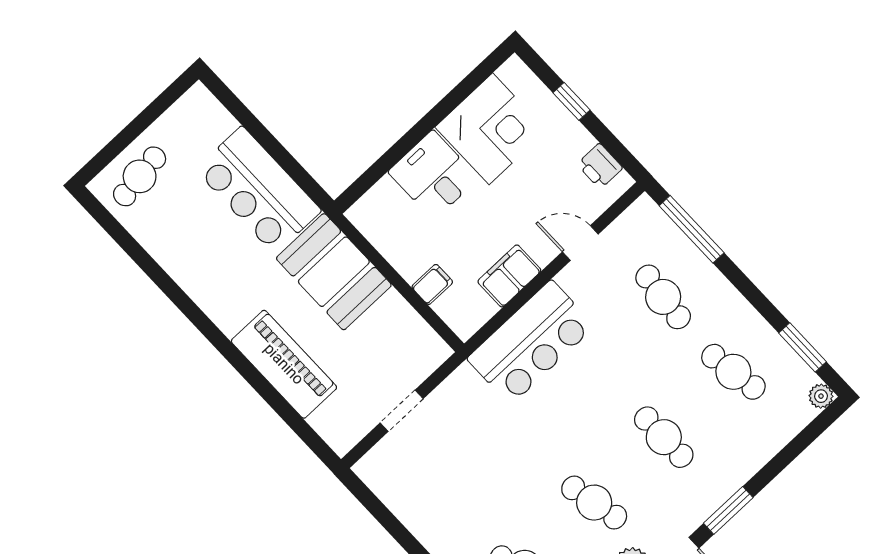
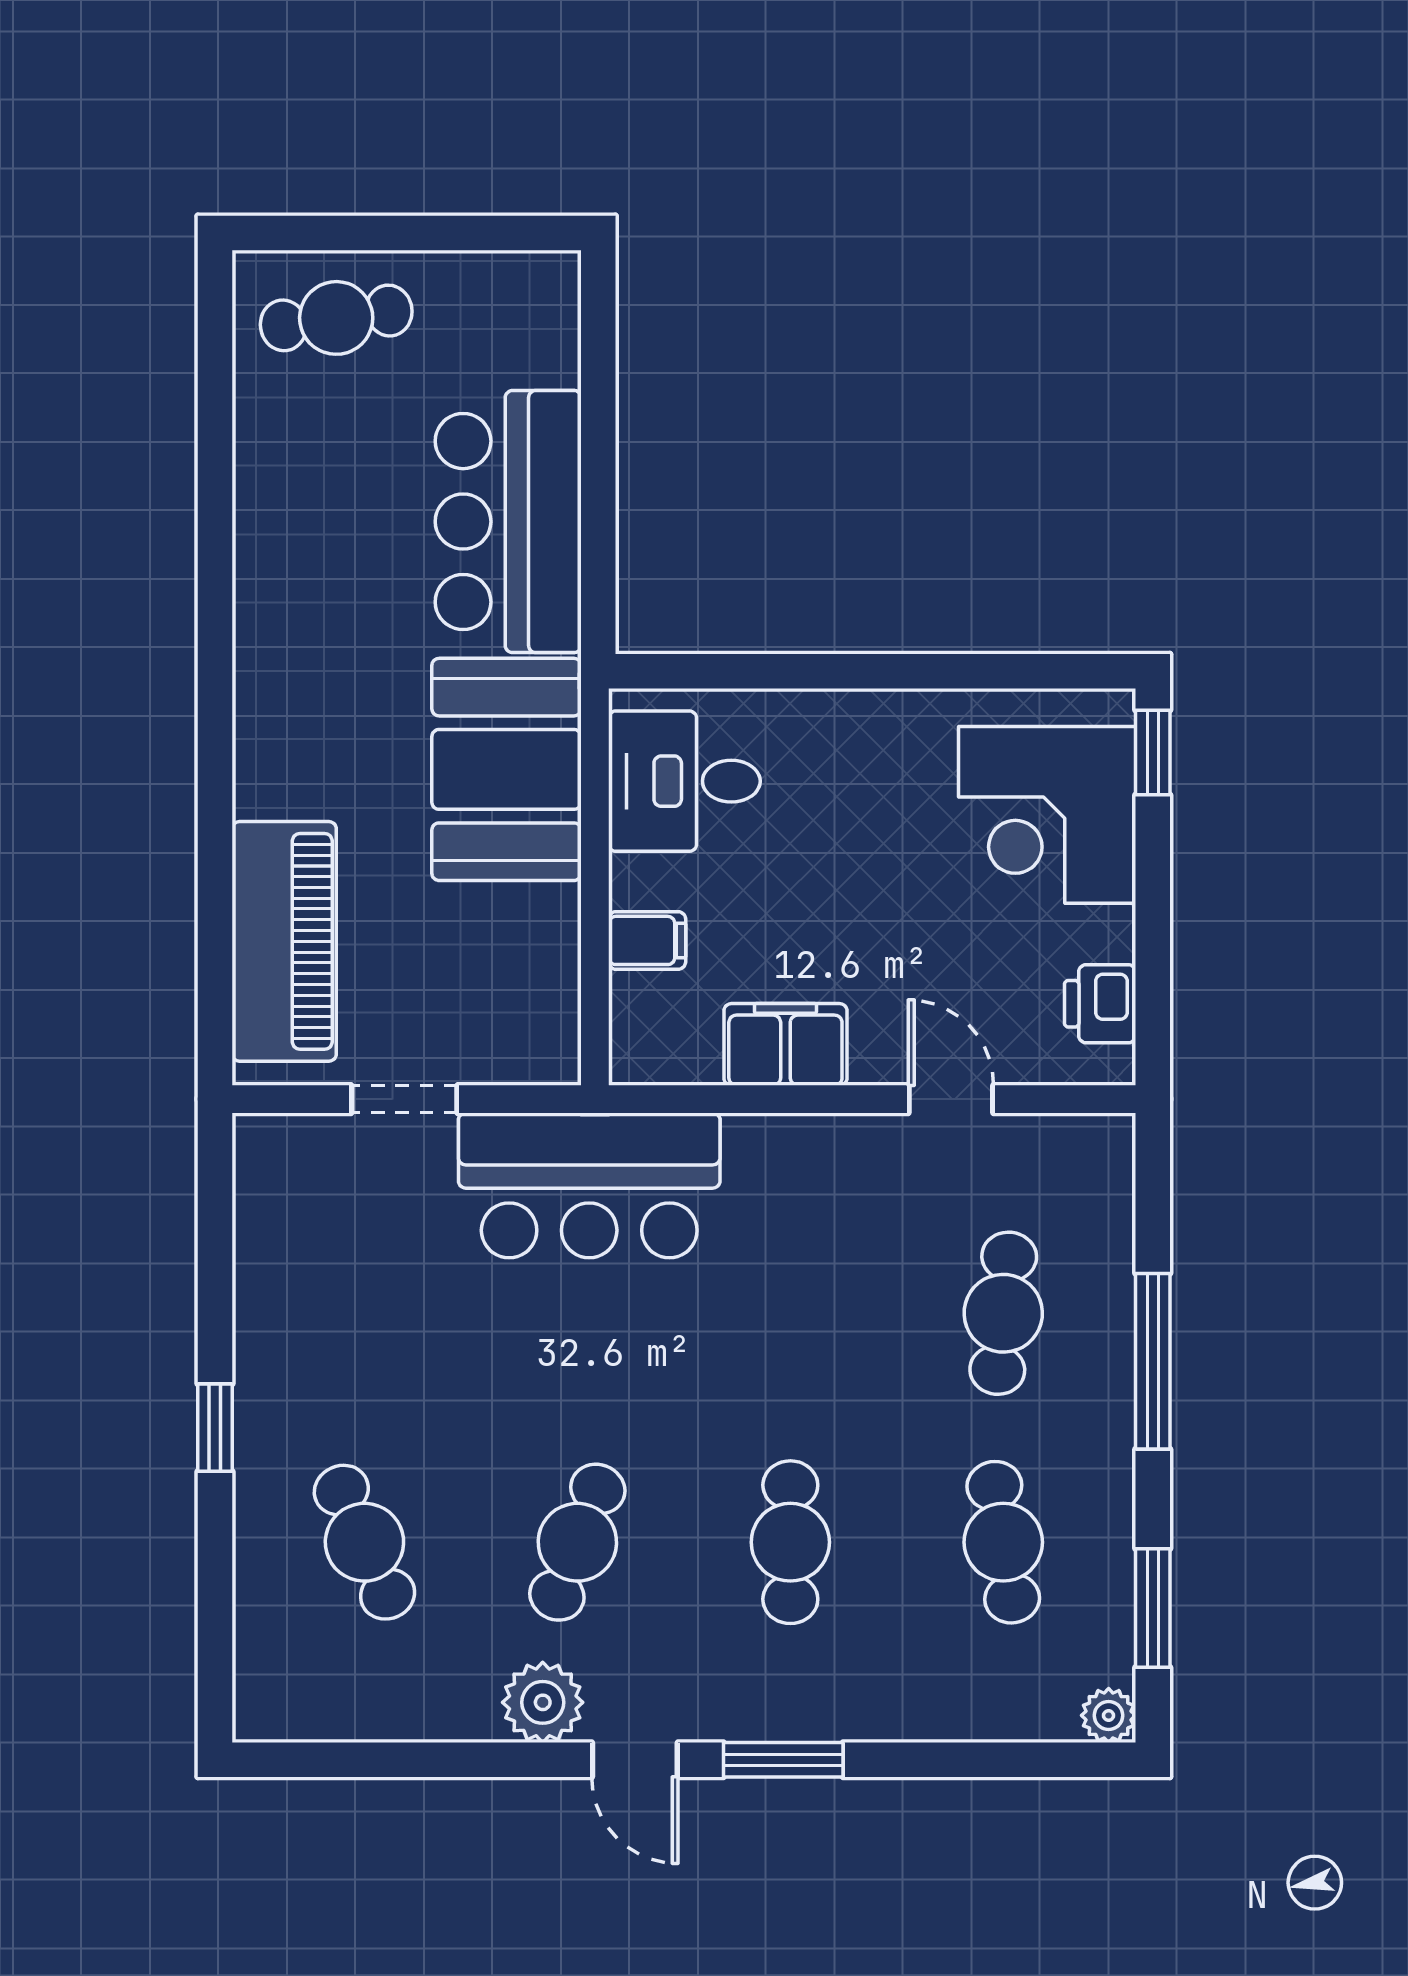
window: (571, 101) -> (1153, 753), moved
corner desk: (491, 129) -> (1047, 815), moved, turned 90
desk: (433, 175) -> (684, 781), moved, turned -90
window: (692, 229) -> (1153, 1361), moved
bar counter: (531, 342) -> (589, 1185), moved
piano: (284, 364) -> (284, 941), moved
cafe table: (594, 503) -> (577, 1542), turned 33

